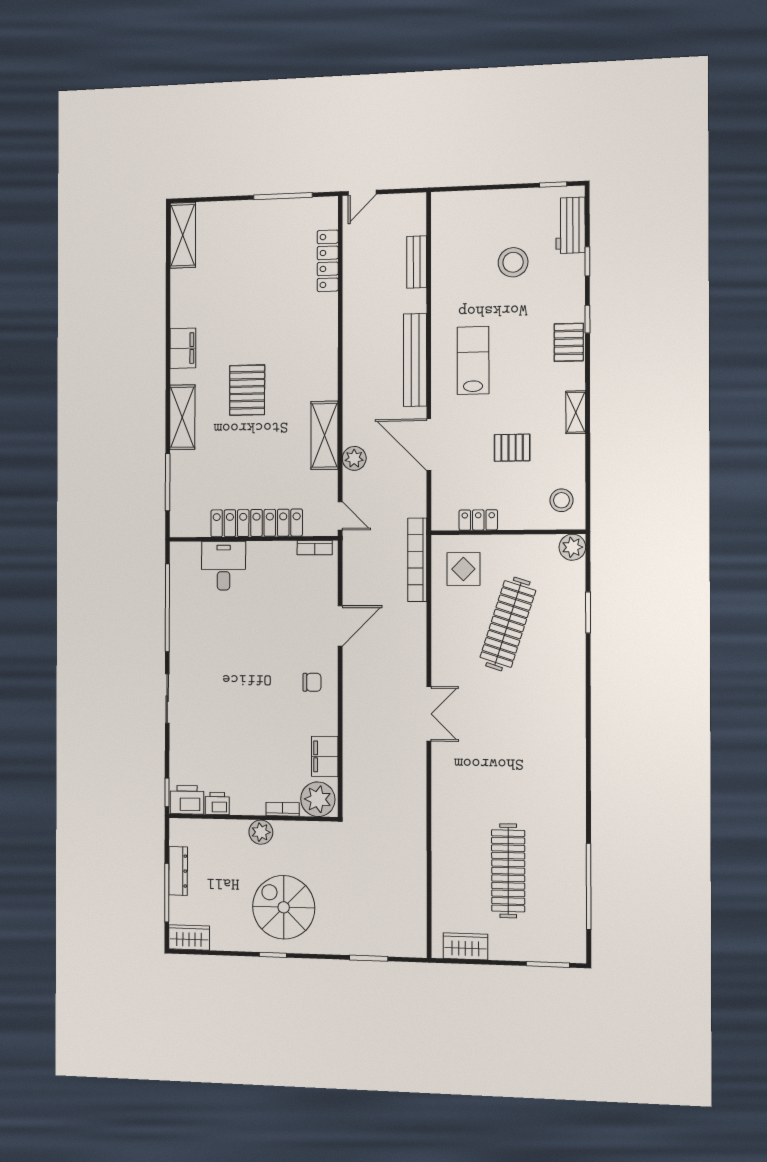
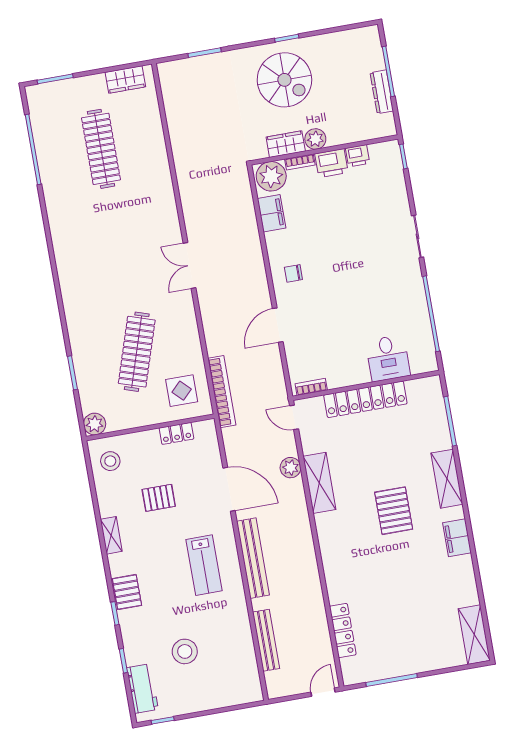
bench: (417, 262) -> (266, 640), width x1.36
printer: (187, 800) -> (331, 163), moved
wardrobe: (189, 937) -> (286, 144), moved, turned 180

